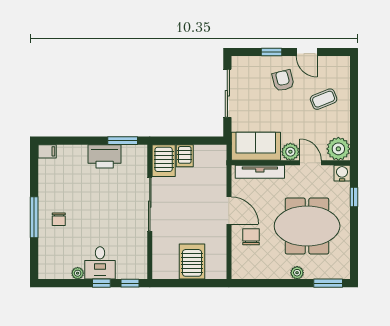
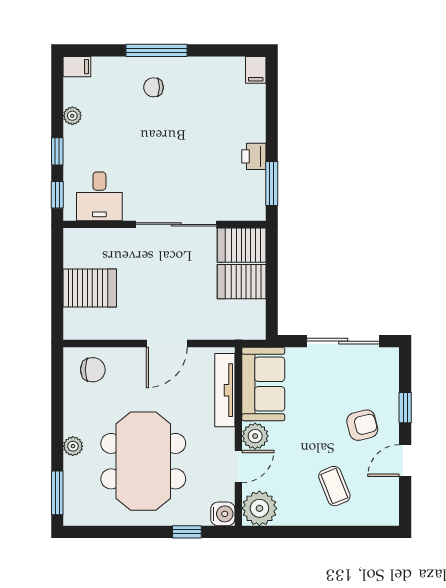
printer: (105, 156) -> (254, 156), width x0.53, depth x0.68
server rack: (185, 156) -> (242, 282), width x1.36, depth x1.44
chair: (251, 237) -> (93, 370), moved
desk: (100, 263) -> (99, 196), moved, turned -90
filing cabinet: (45, 270) -> (77, 67), added

